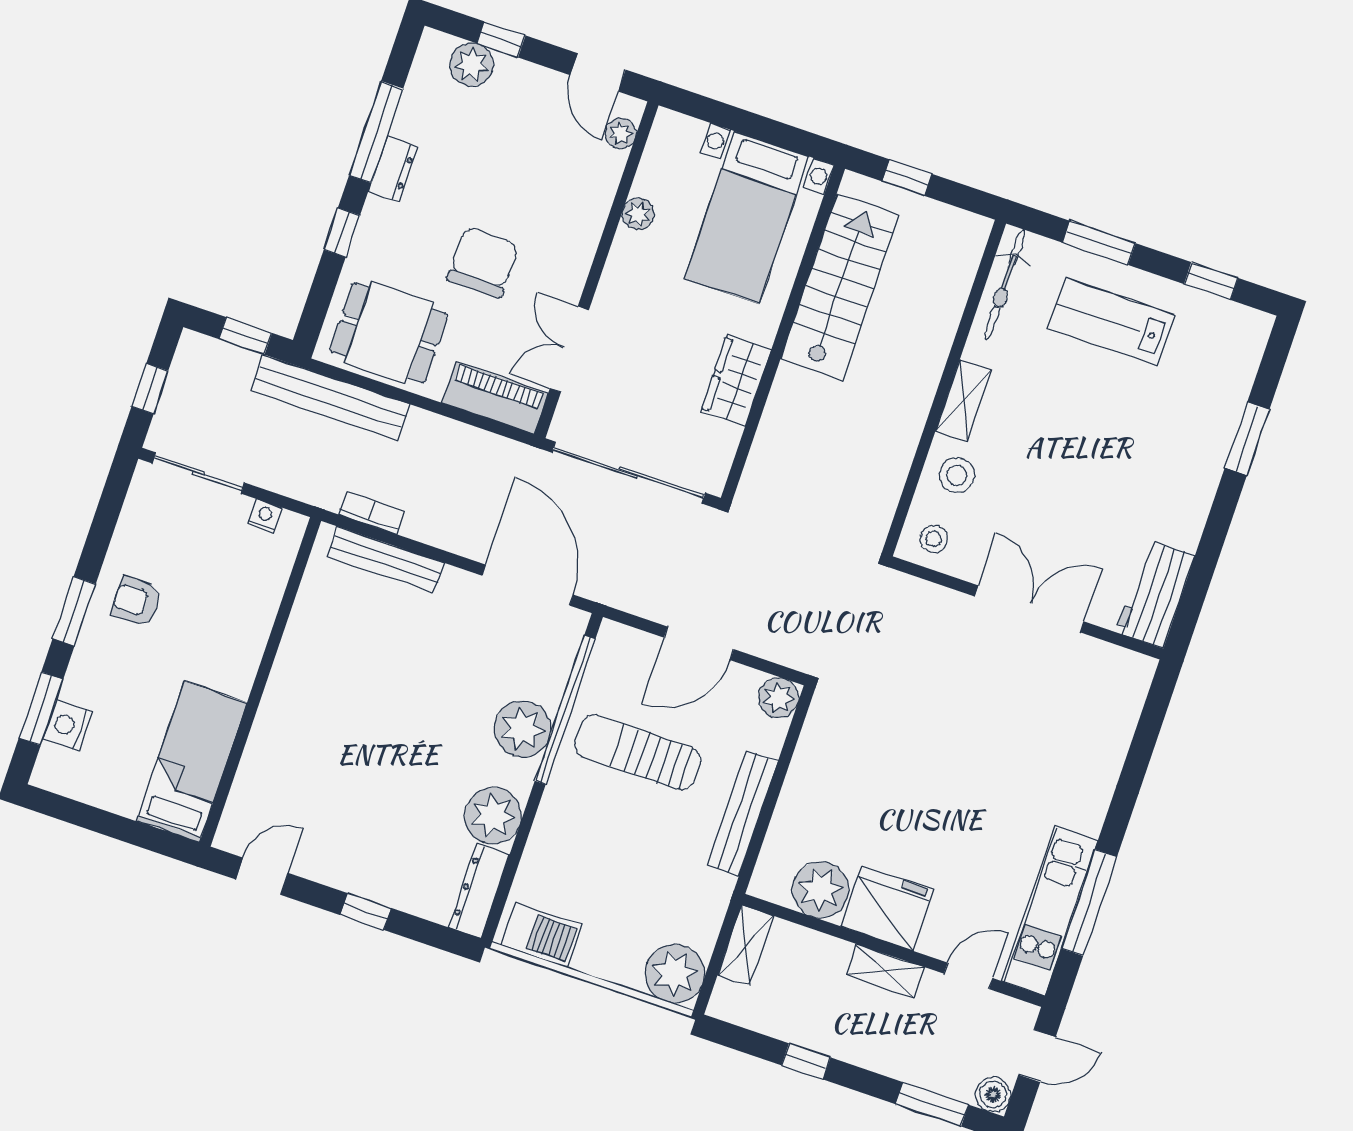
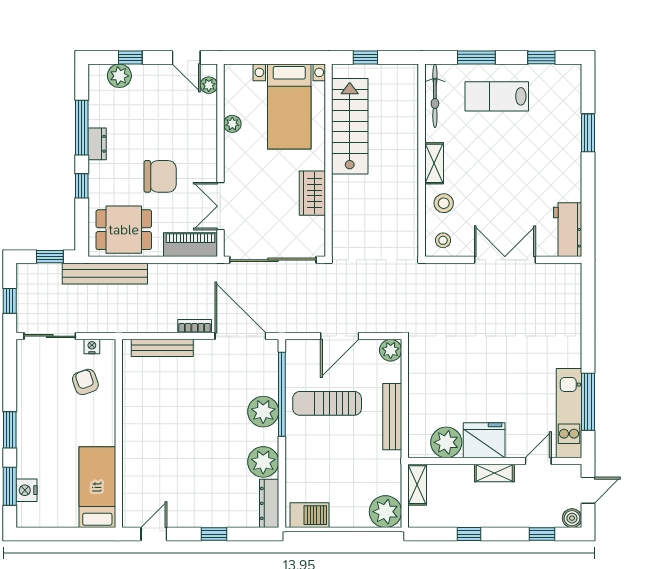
chair: (483, 262) -> (160, 176), turned 90
bookcase: (371, 513) -> (195, 326), moved
armchair: (136, 602) -> (85, 382), moved, turned 71
window: (932, 1104) -> (542, 534), width x0.67

